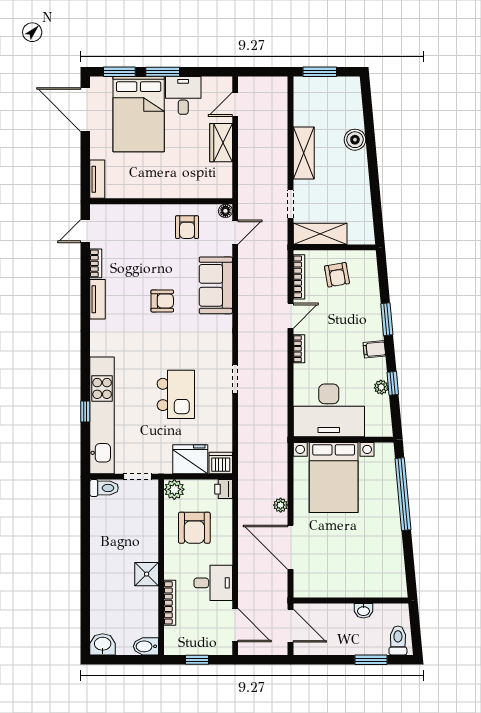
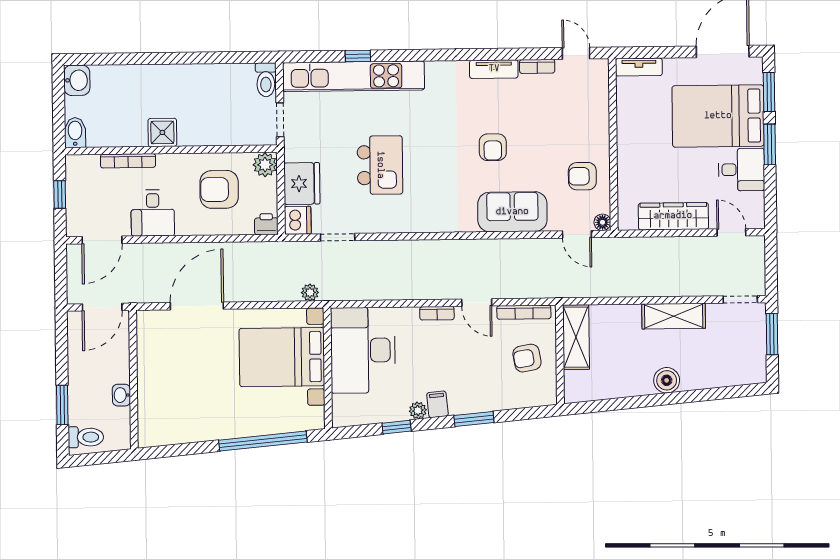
boiler: (355, 140) -> (667, 380), moved
wardrobe: (221, 143) -> (673, 216), width x1.50
doorway: (291, 204) -> (740, 299), moved
doorway: (235, 379) -> (338, 237), moved
plant: (381, 387) -> (418, 410), moved
kitchen island: (176, 394) -> (380, 165), turned -90
plant: (281, 505) -> (310, 293), moved

